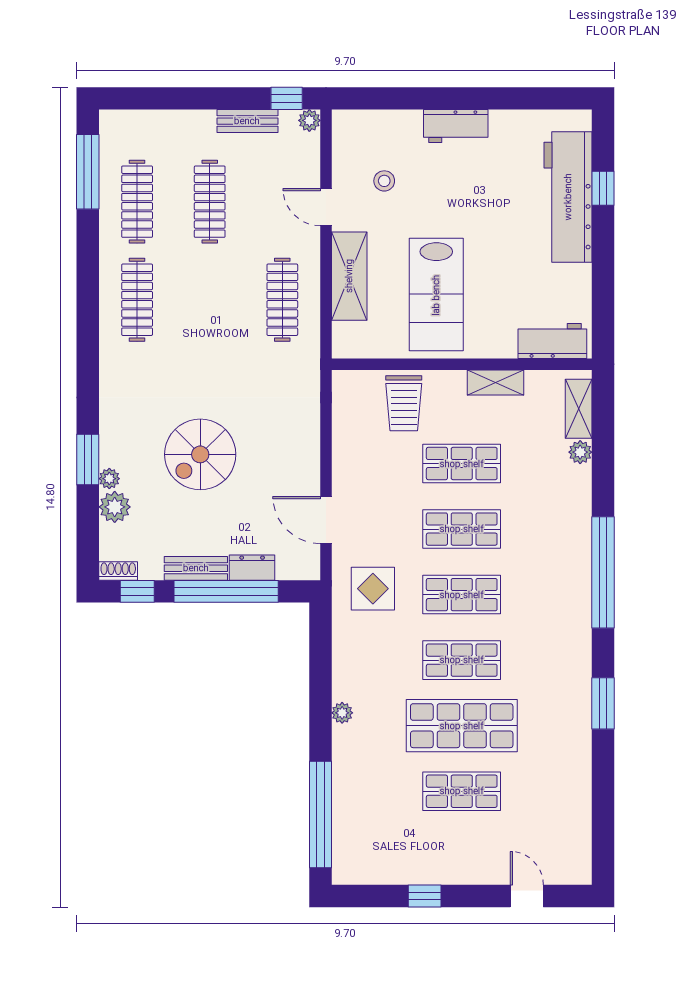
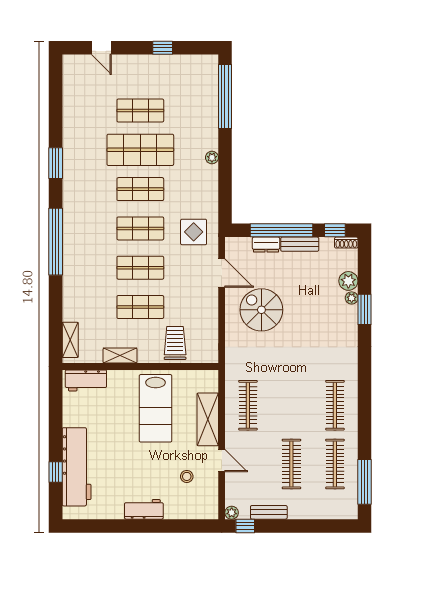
lab bench: (436, 295) -> (156, 408), turned 180
plant: (580, 452) -> (69, 314), removed
spiral stairs: (200, 454) -> (261, 310), moved, turned -90

